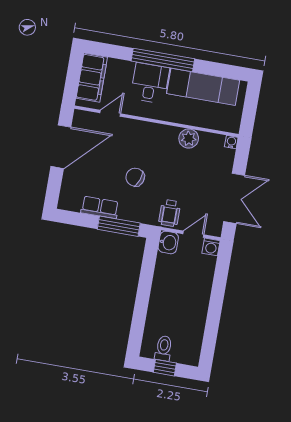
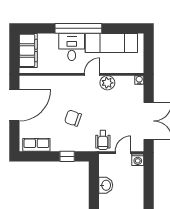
door: (110, 113) -> (92, 74), moved
row of seats: (100, 207) -> (36, 145), moved
window: (119, 226) -> (67, 156), width x0.46
washbasin: (168, 242) -> (106, 185), moved

